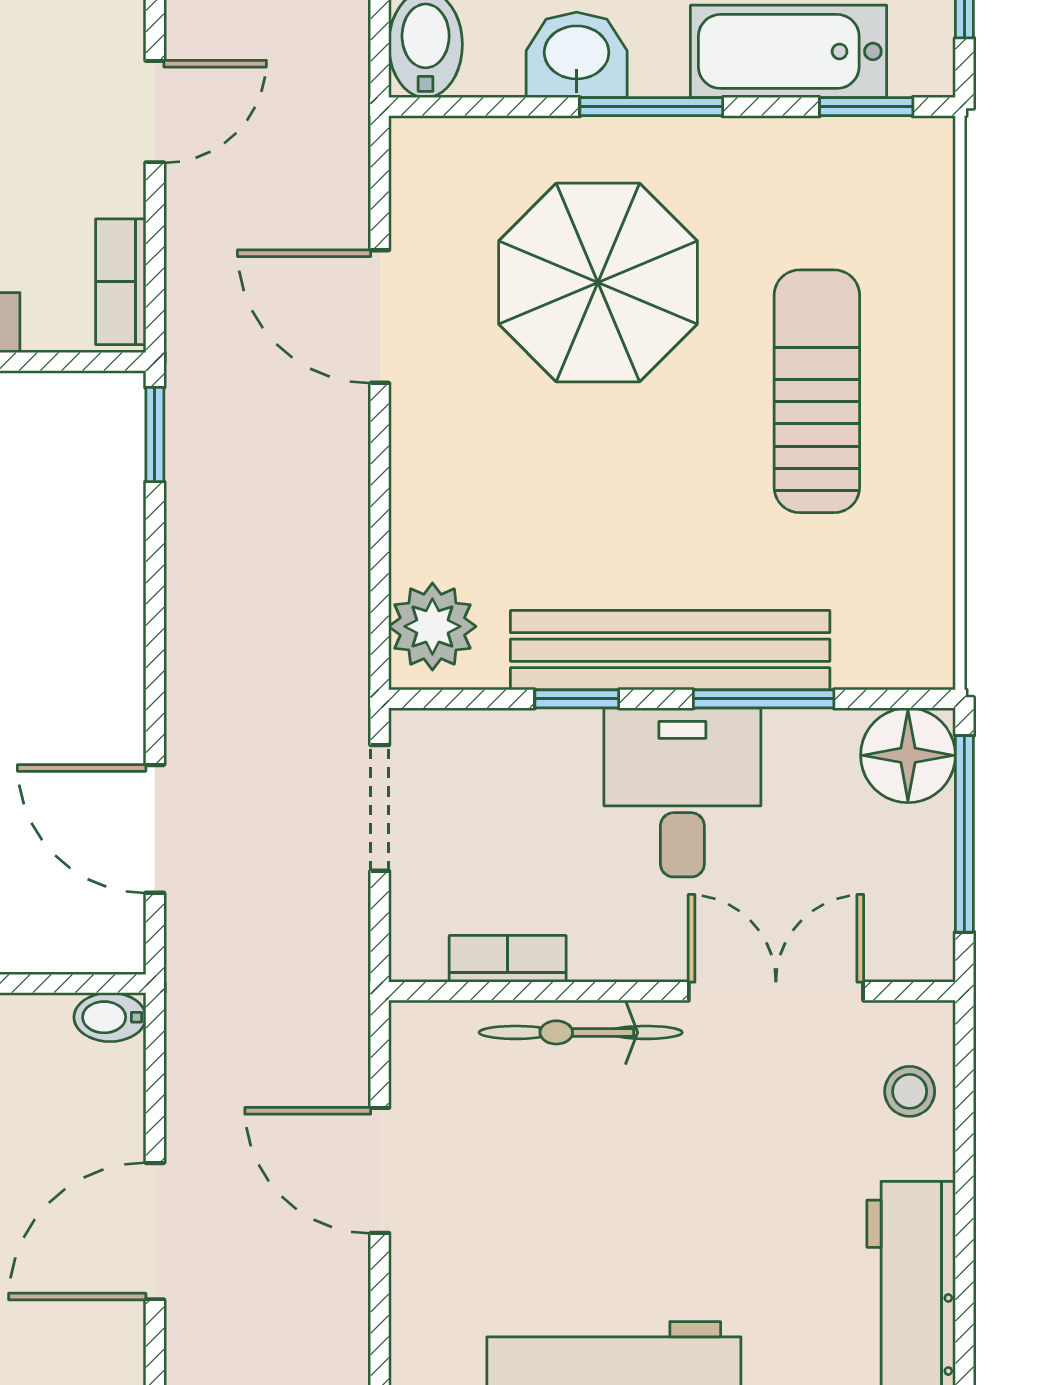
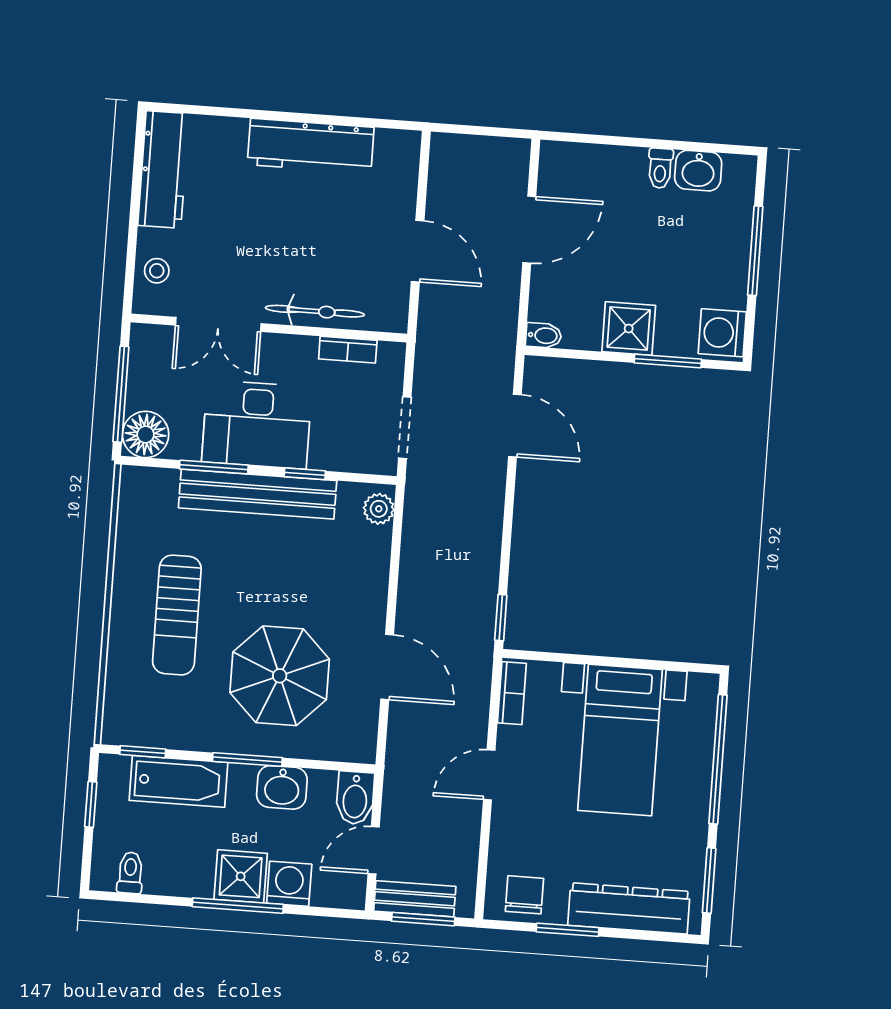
plant: (432, 626) -> (379, 509), width x0.73, depth x0.73
desk: (682, 792) -> (257, 424), width x1.37

